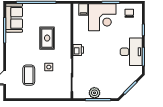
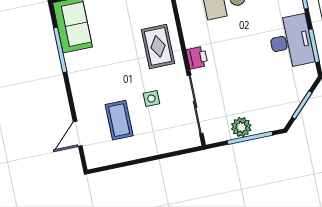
rug: (47, 38) -> (158, 46), moved

